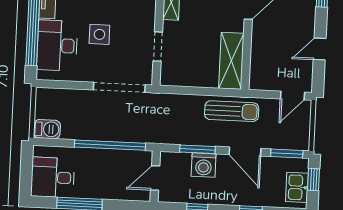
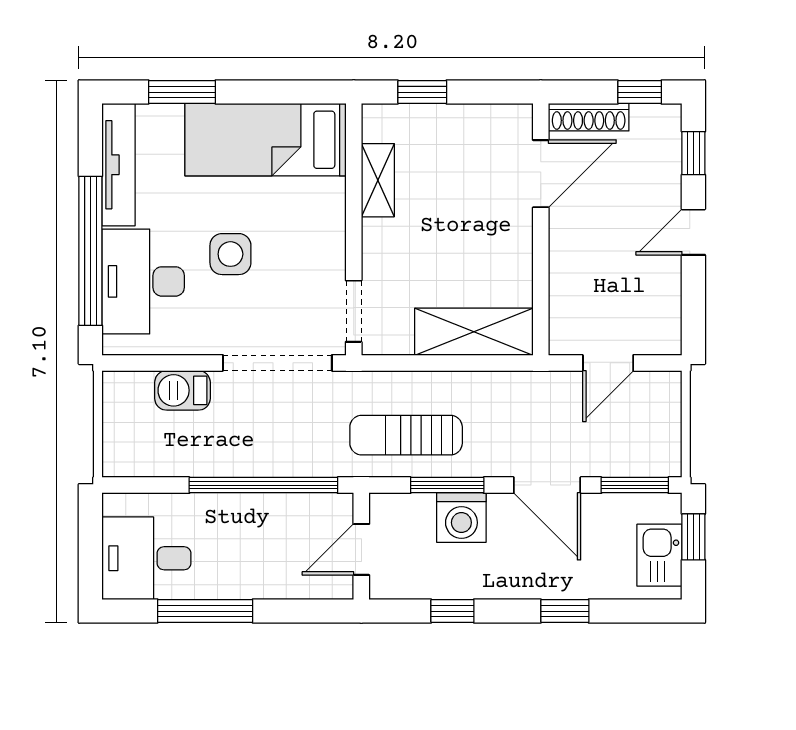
doorway: (158, 47) -> (354, 311), moved
door: (320, 49) -> (693, 232), moved
shelving: (231, 61) -> (474, 332), moved, turned 90
door: (292, 95) -> (608, 363), moved
sun lounger: (232, 111) -> (406, 435), moved, turned 180
barbecue: (47, 129) -> (182, 390), moved, turned 180

